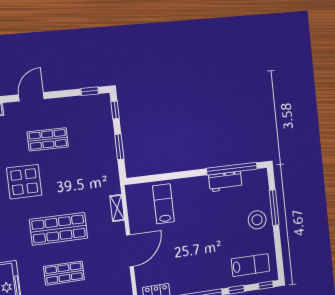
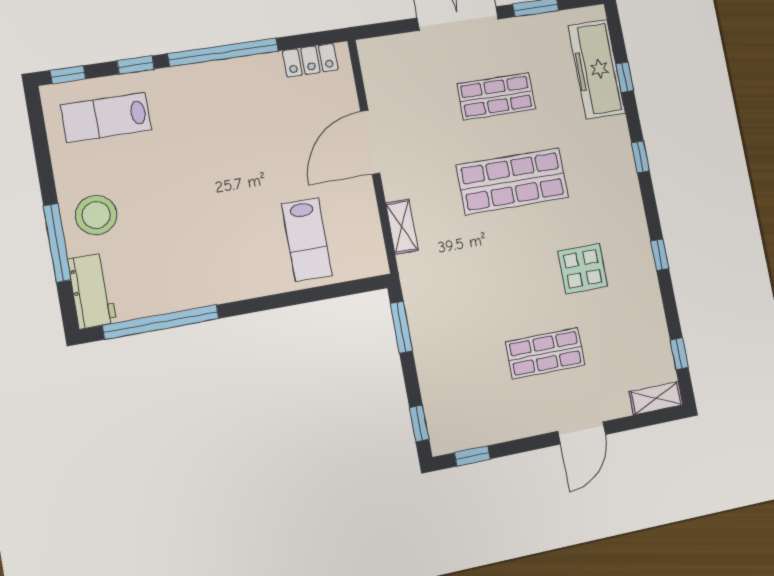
window: (119, 147) -> (401, 327), moved
workbench: (225, 181) -> (92, 291), moved, turned 90
display table: (24, 182) -> (583, 269), width x0.73, depth x0.73

